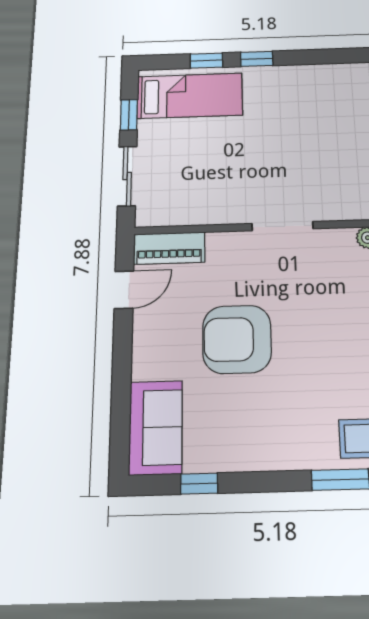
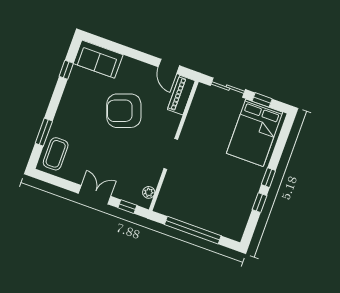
window: (206, 61) -> (259, 203), moved
bed: (190, 96) -> (254, 133), width x1.50
armchair: (237, 339) -> (124, 111), turned -110

